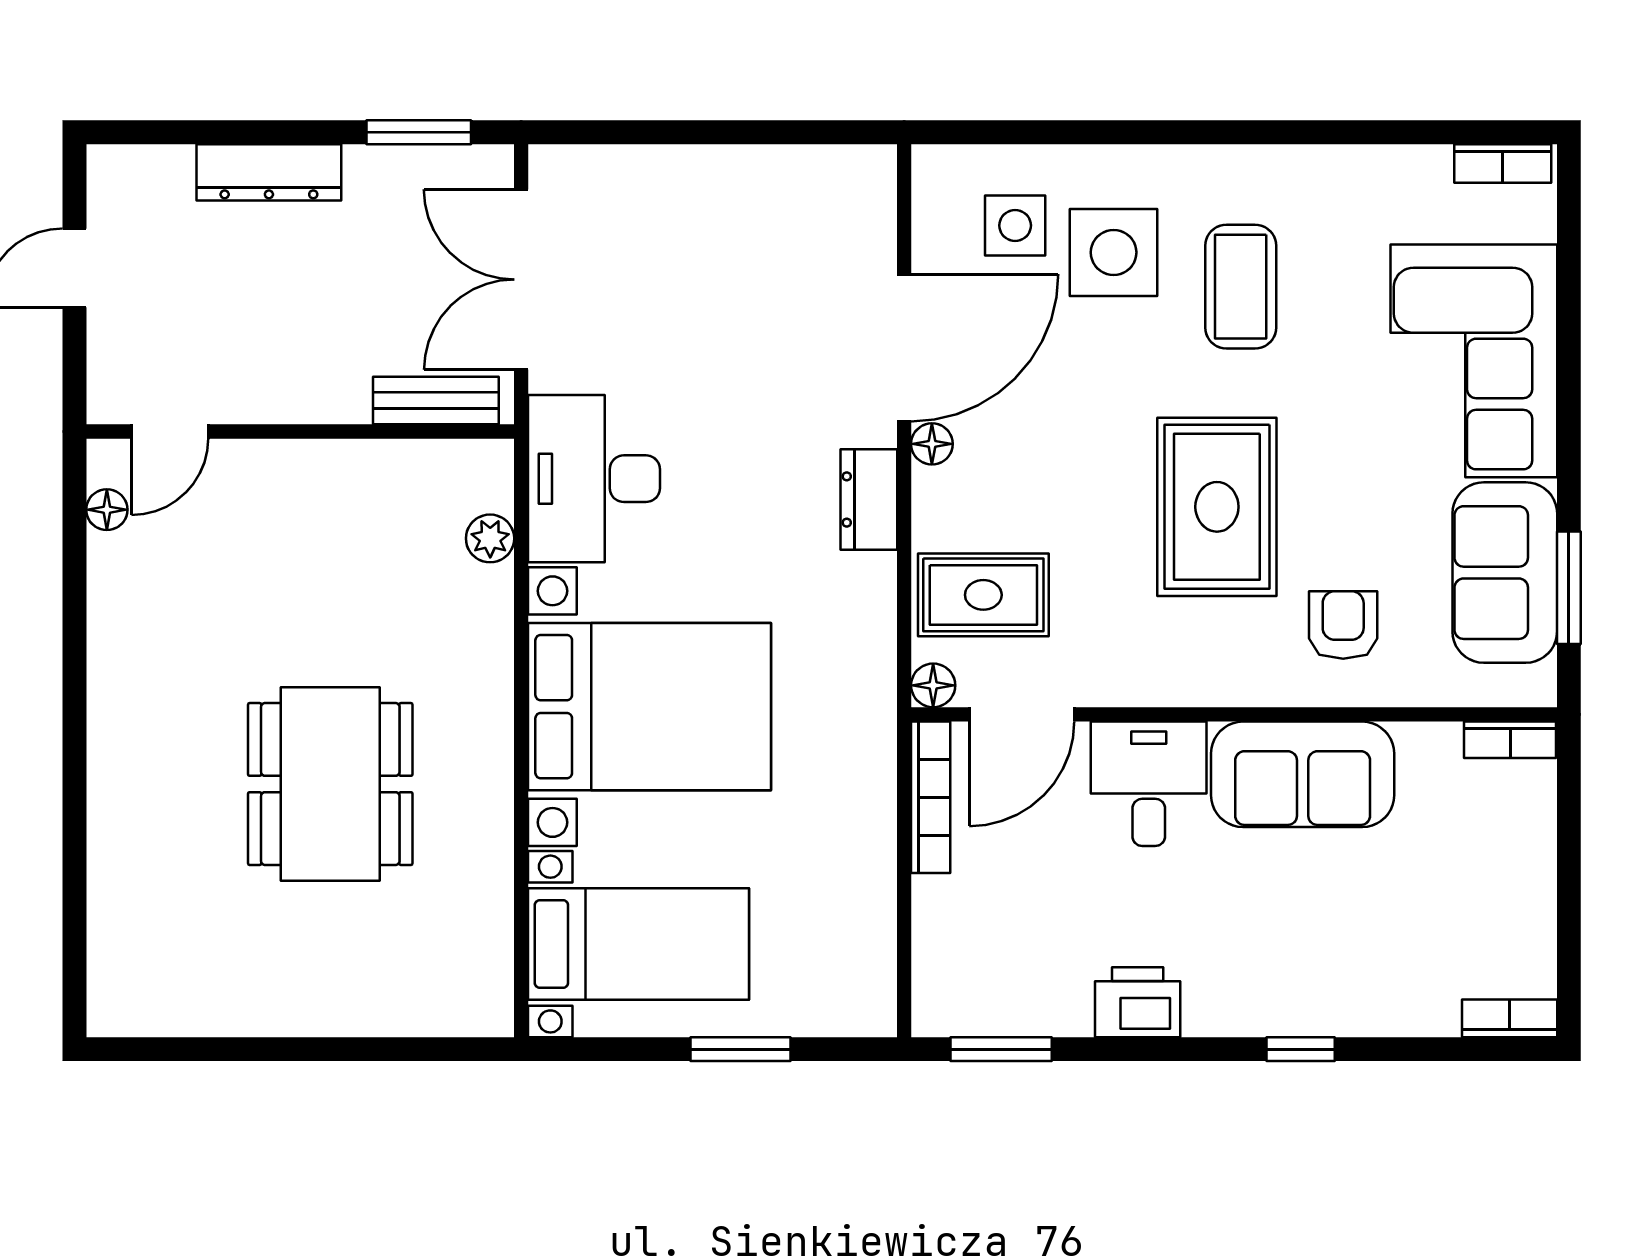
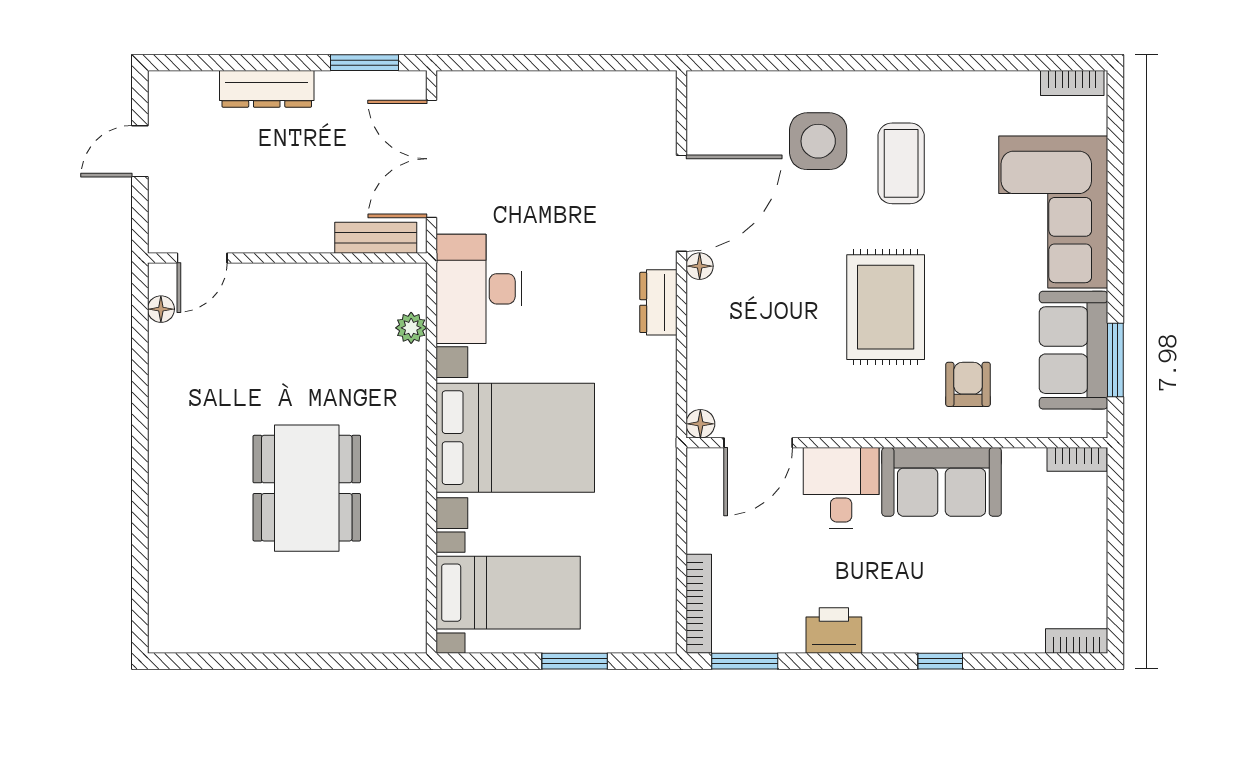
side table: (1015, 225) -> (754, 124), removed
rug: (983, 595) -> (733, 365), removed
bookcase: (931, 797) -> (699, 604), moved

